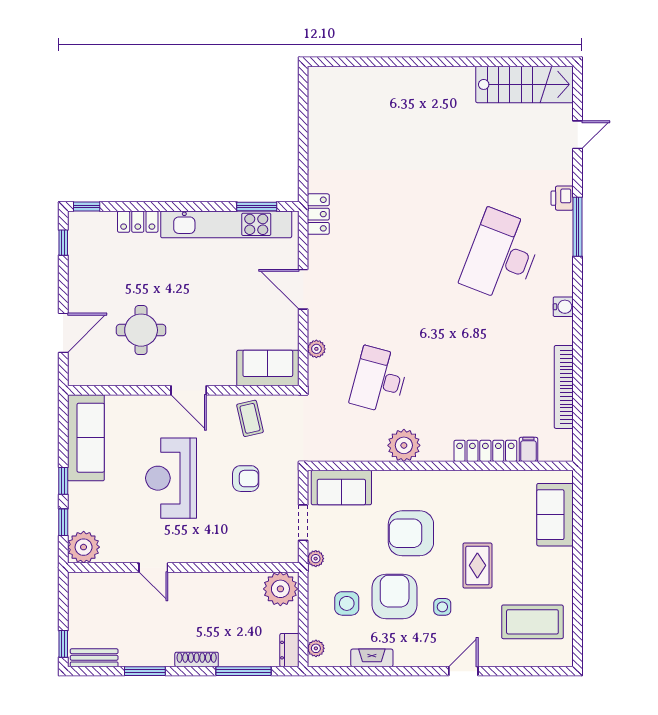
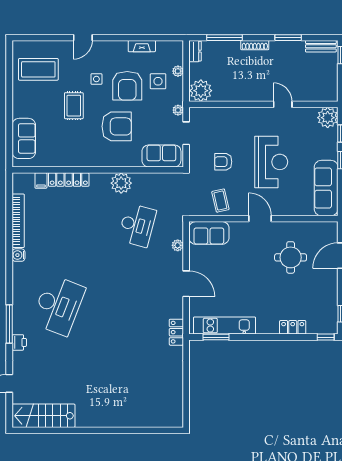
kitchen unit: (226, 224) -> (224, 326), width x0.73
water cooler: (563, 307) -> (18, 255), moved
plant: (316, 648) -> (178, 71), moved

